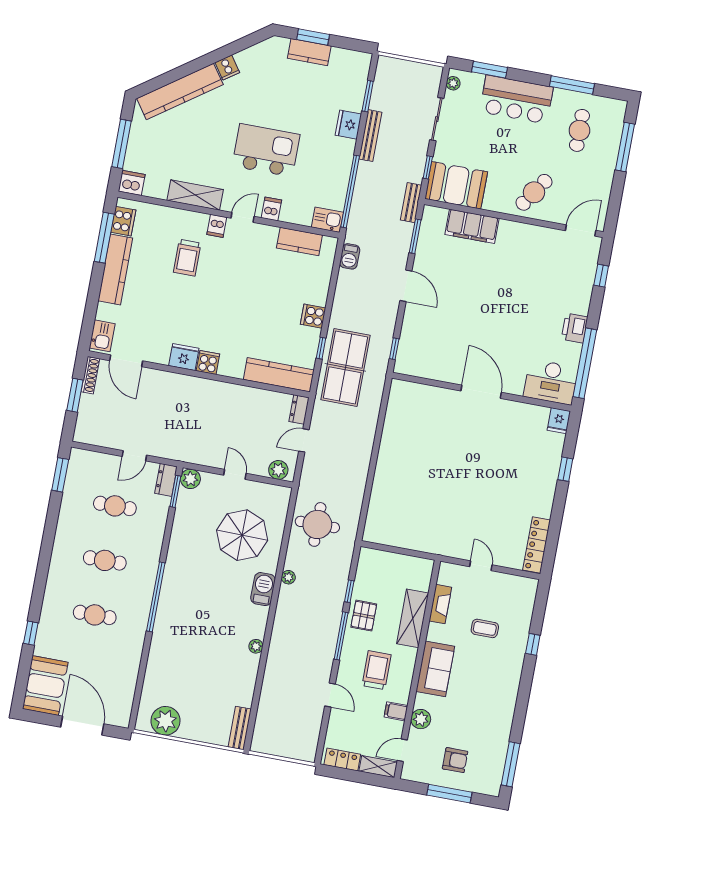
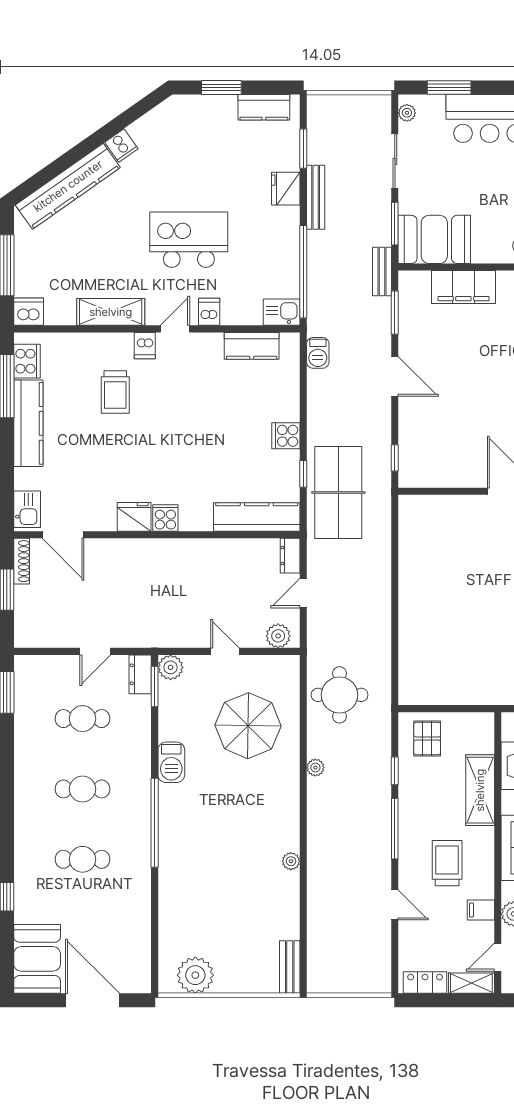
kitchen counter: (309, 52) -> (264, 107), moved
window: (428, 167) -> (395, 224), width x1.50
barbecue: (263, 589) -> (171, 762), moved, turned 180
pallet: (364, 616) -> (427, 739), moved

